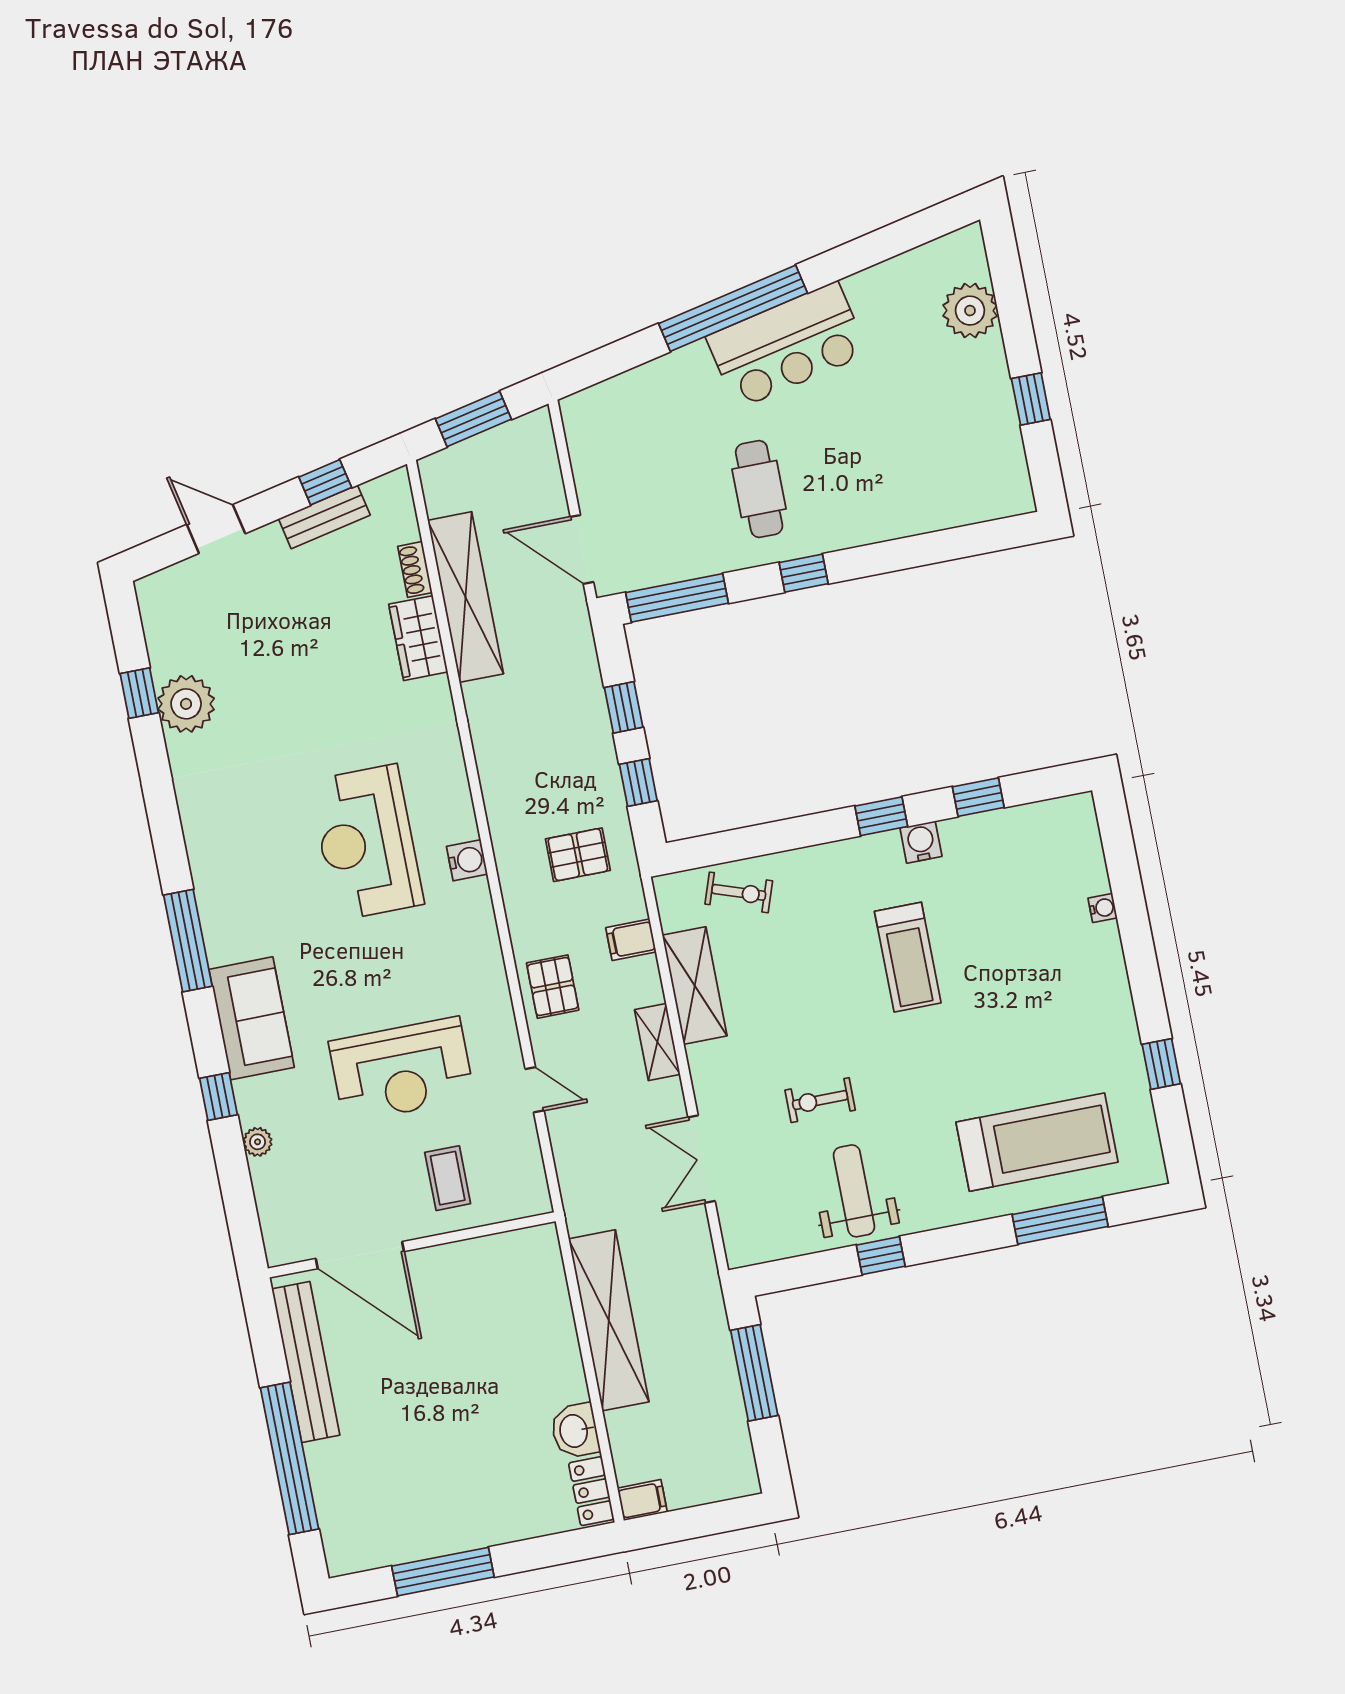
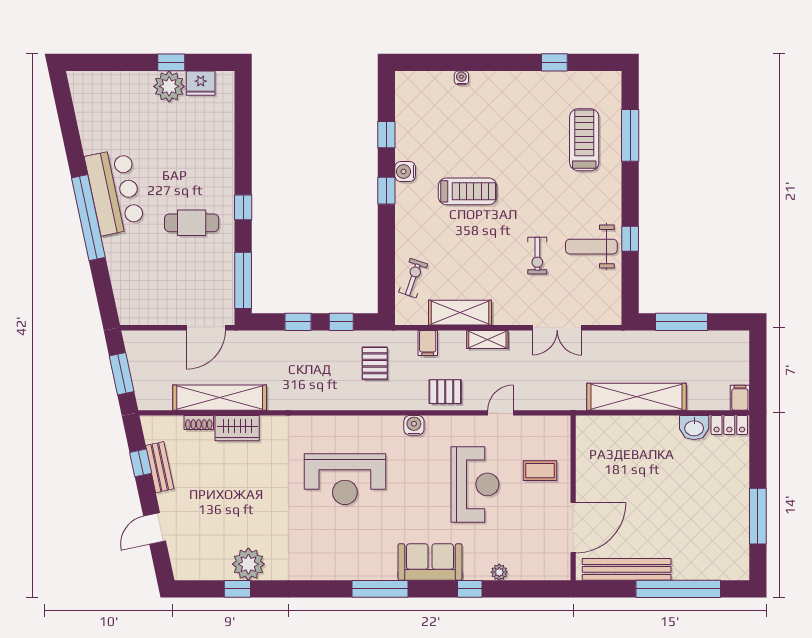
plant: (970, 311) -> (169, 86), moved
fridge: (1005, 457) -> (201, 83), added
water cooler: (467, 860) -> (414, 425), moved
treadmill: (1037, 1142) -> (584, 140), width x0.73, depth x0.73

